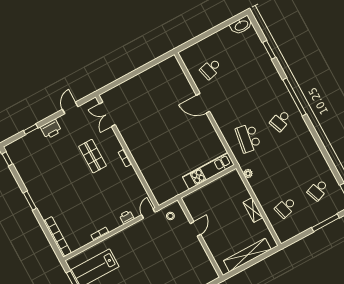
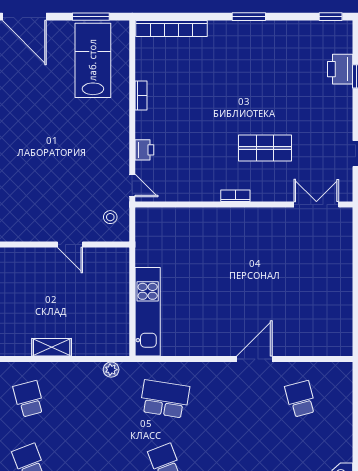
printer: (51, 129) -> (340, 69), moved

